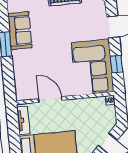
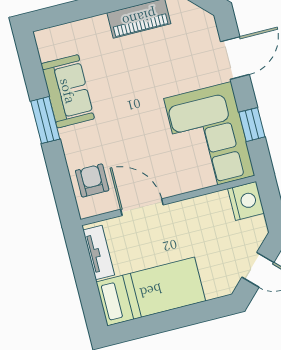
armchair: (26, 81) -> (92, 180), added
nightstand: (110, 100) -> (246, 201), width x1.89, depth x1.79

